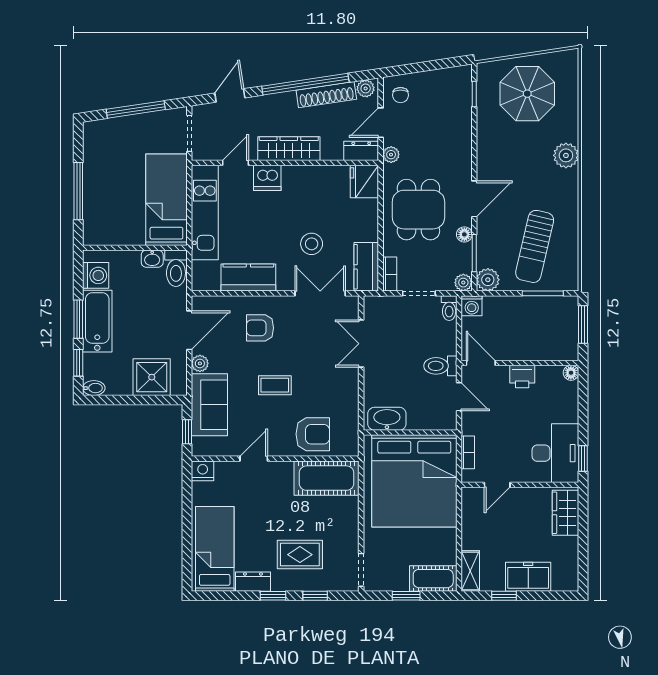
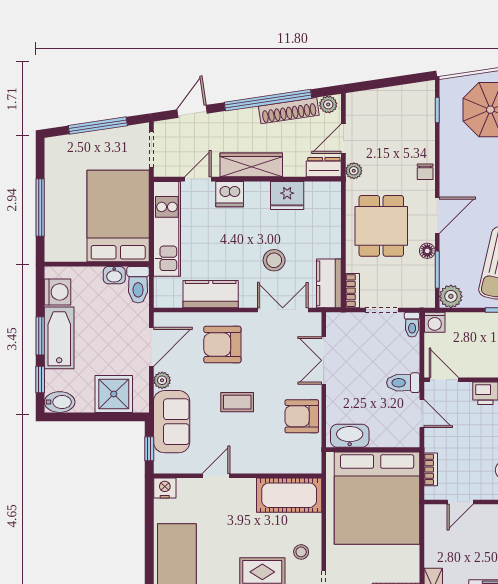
chair: (401, 95) -> (425, 172), moved
fridge: (364, 181) -> (287, 195), moved, turned -90
bed: (166, 200) -> (118, 216), width x1.50
plant: (463, 283) -> (426, 299), removed
armchair: (260, 328) -> (222, 345), width x1.38, depth x1.38
bidet: (94, 388) -> (60, 402), width x1.38, depth x1.36
armchair: (313, 434) -> (302, 416), moved, turned 180
stool: (339, 535) -> (301, 552), added

